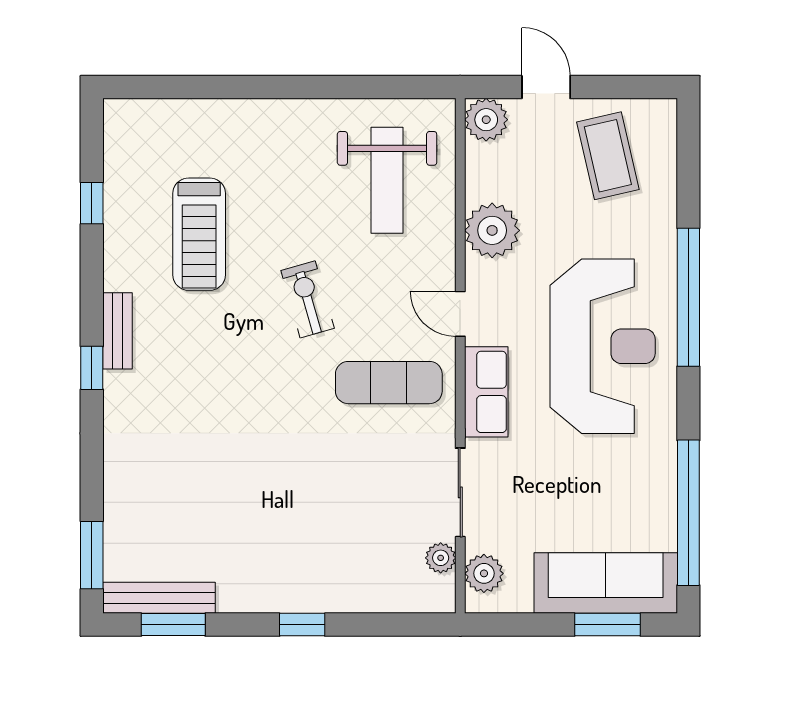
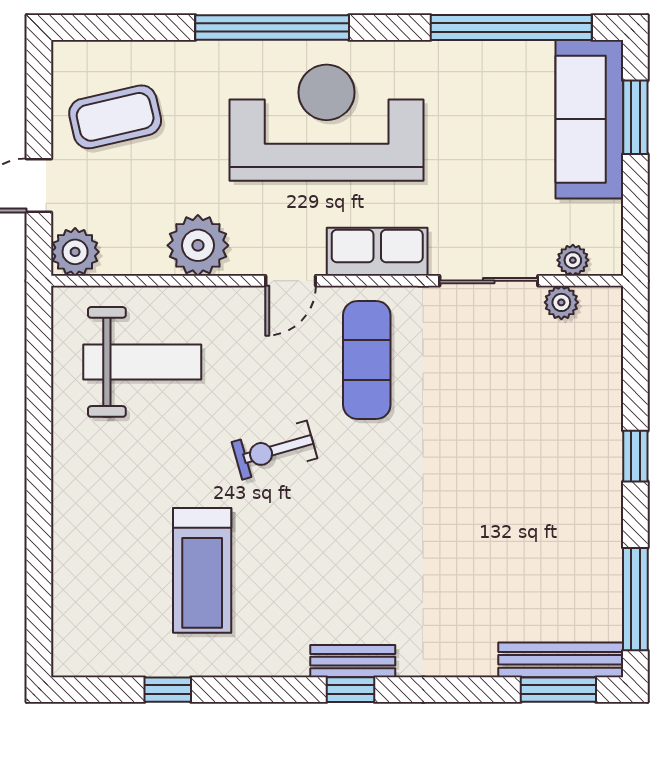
treadmill: (199, 234) -> (202, 570), turned 90
bench: (117, 331) -> (353, 661), moved
plant: (484, 573) -> (573, 260), width x0.73, depth x0.73
bench: (159, 598) -> (561, 660), moved, turned 90
window: (173, 625) -> (635, 599), width x1.44

